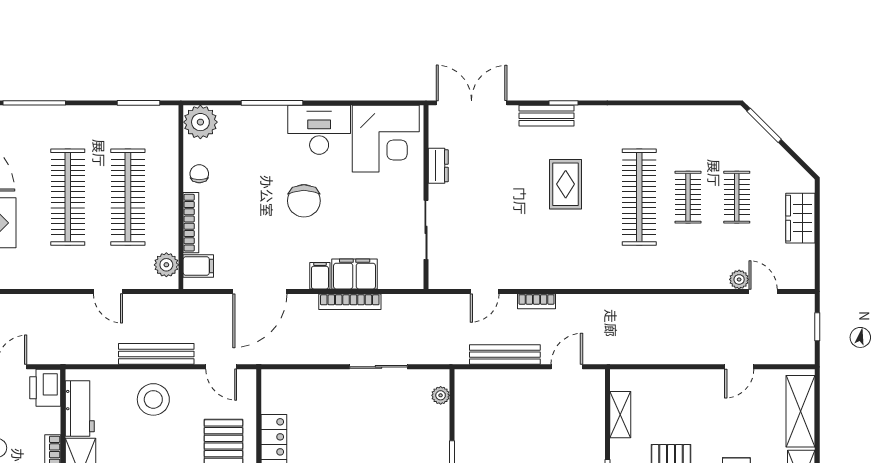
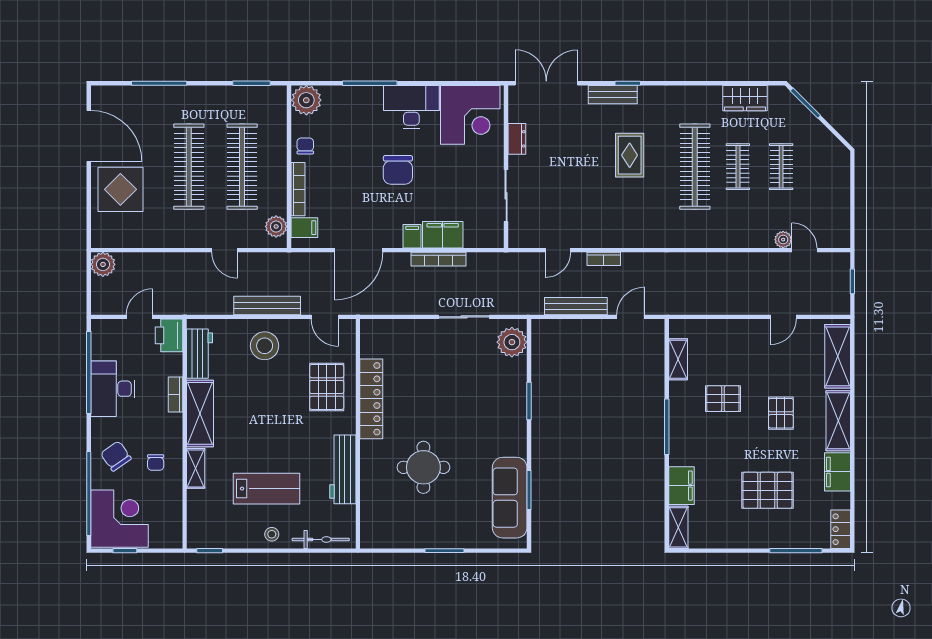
wardrobe: (800, 218) -> (745, 98), moved, turned -90
plant: (441, 395) -> (512, 342), width x1.87, depth x1.87

